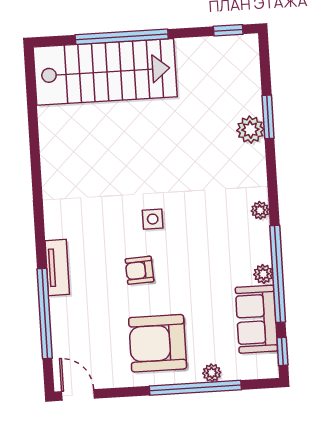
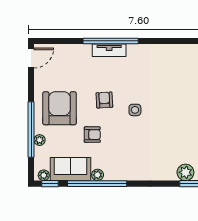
plant: (260, 210) -> (44, 175), moved
armchair: (198, 287) -> (92, 135), added
window: (45, 313) -> (111, 41), moved

